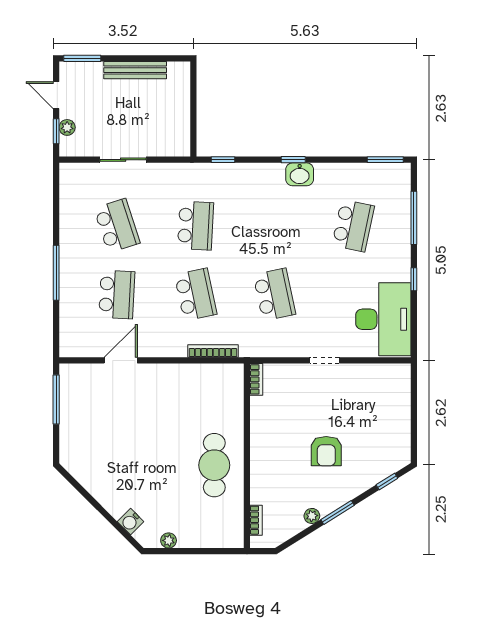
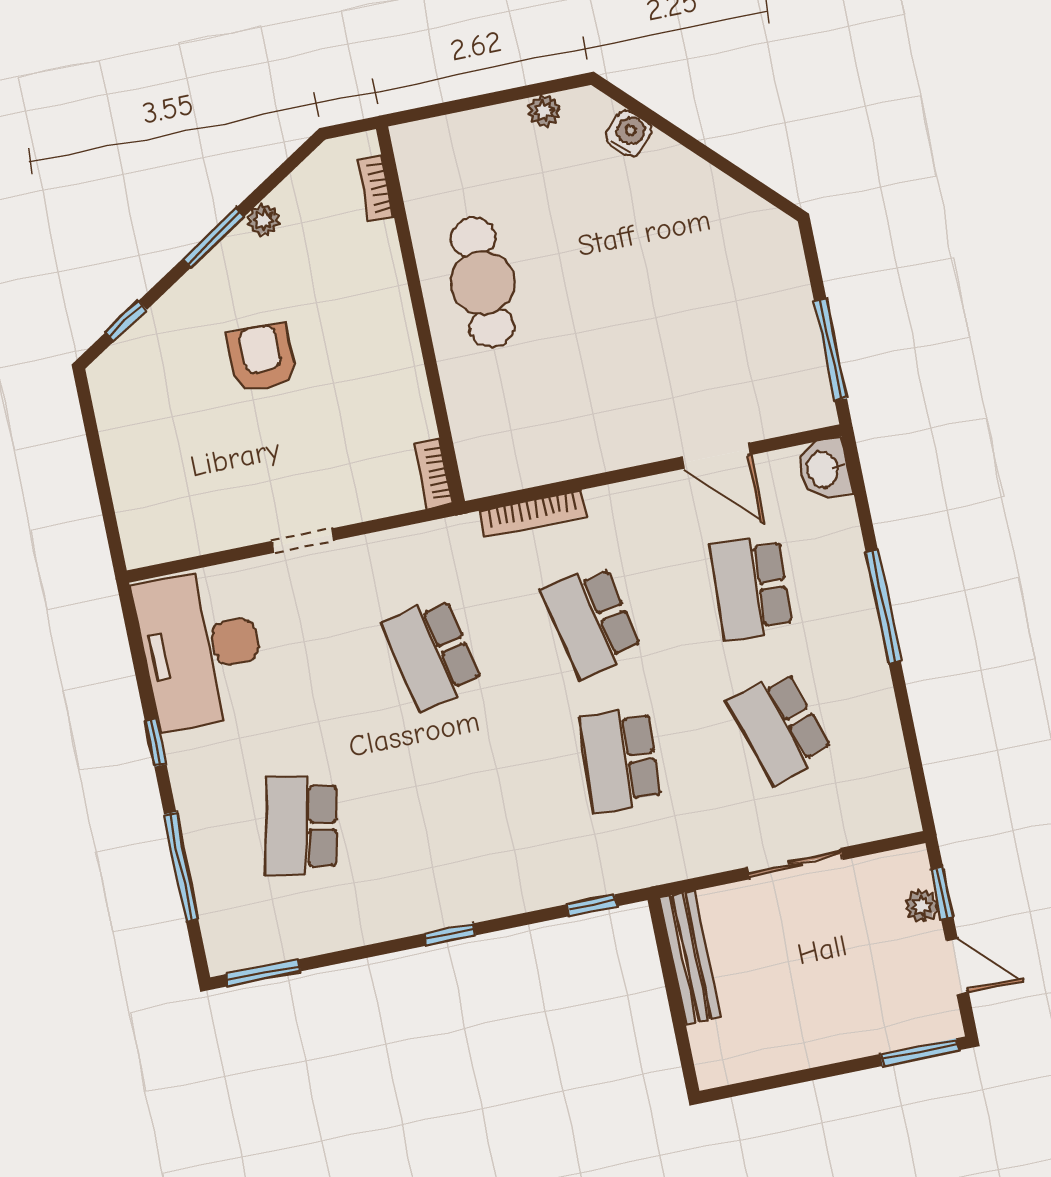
bench: (135, 70) -> (690, 957), moved, turned 90
washbasin: (300, 174) -> (824, 469), moved, turned -90
door: (121, 360) -> (716, 456), hinge flipped

